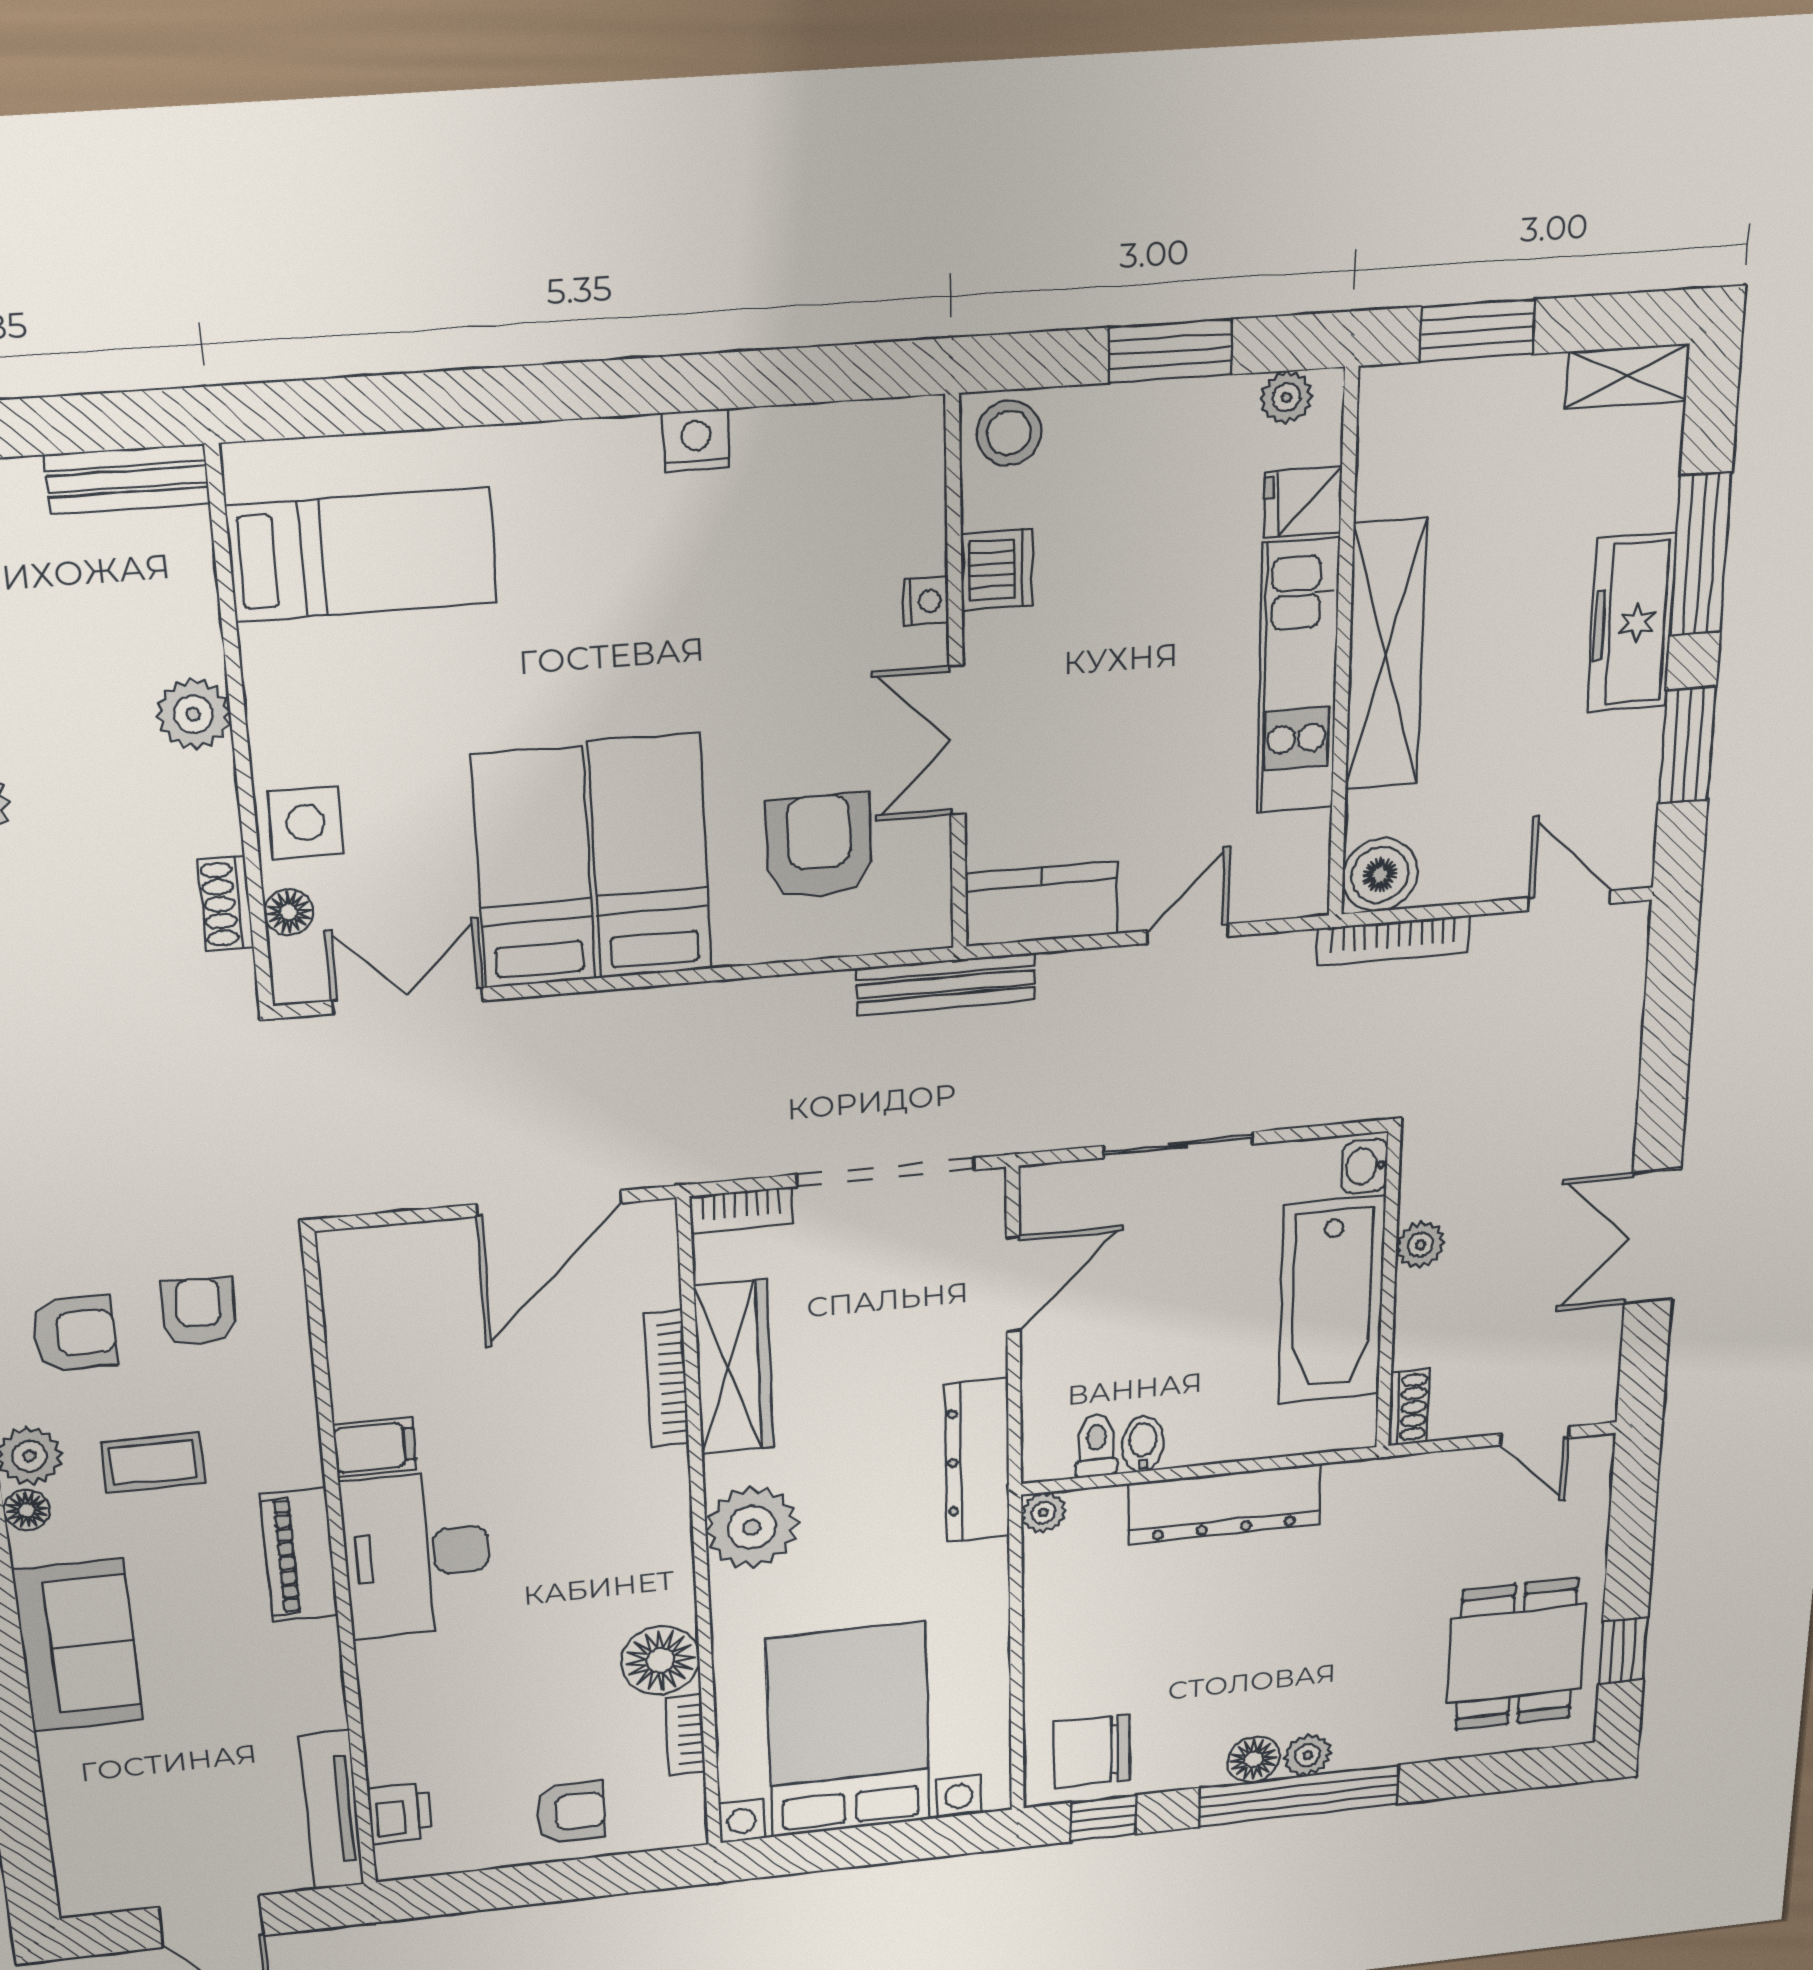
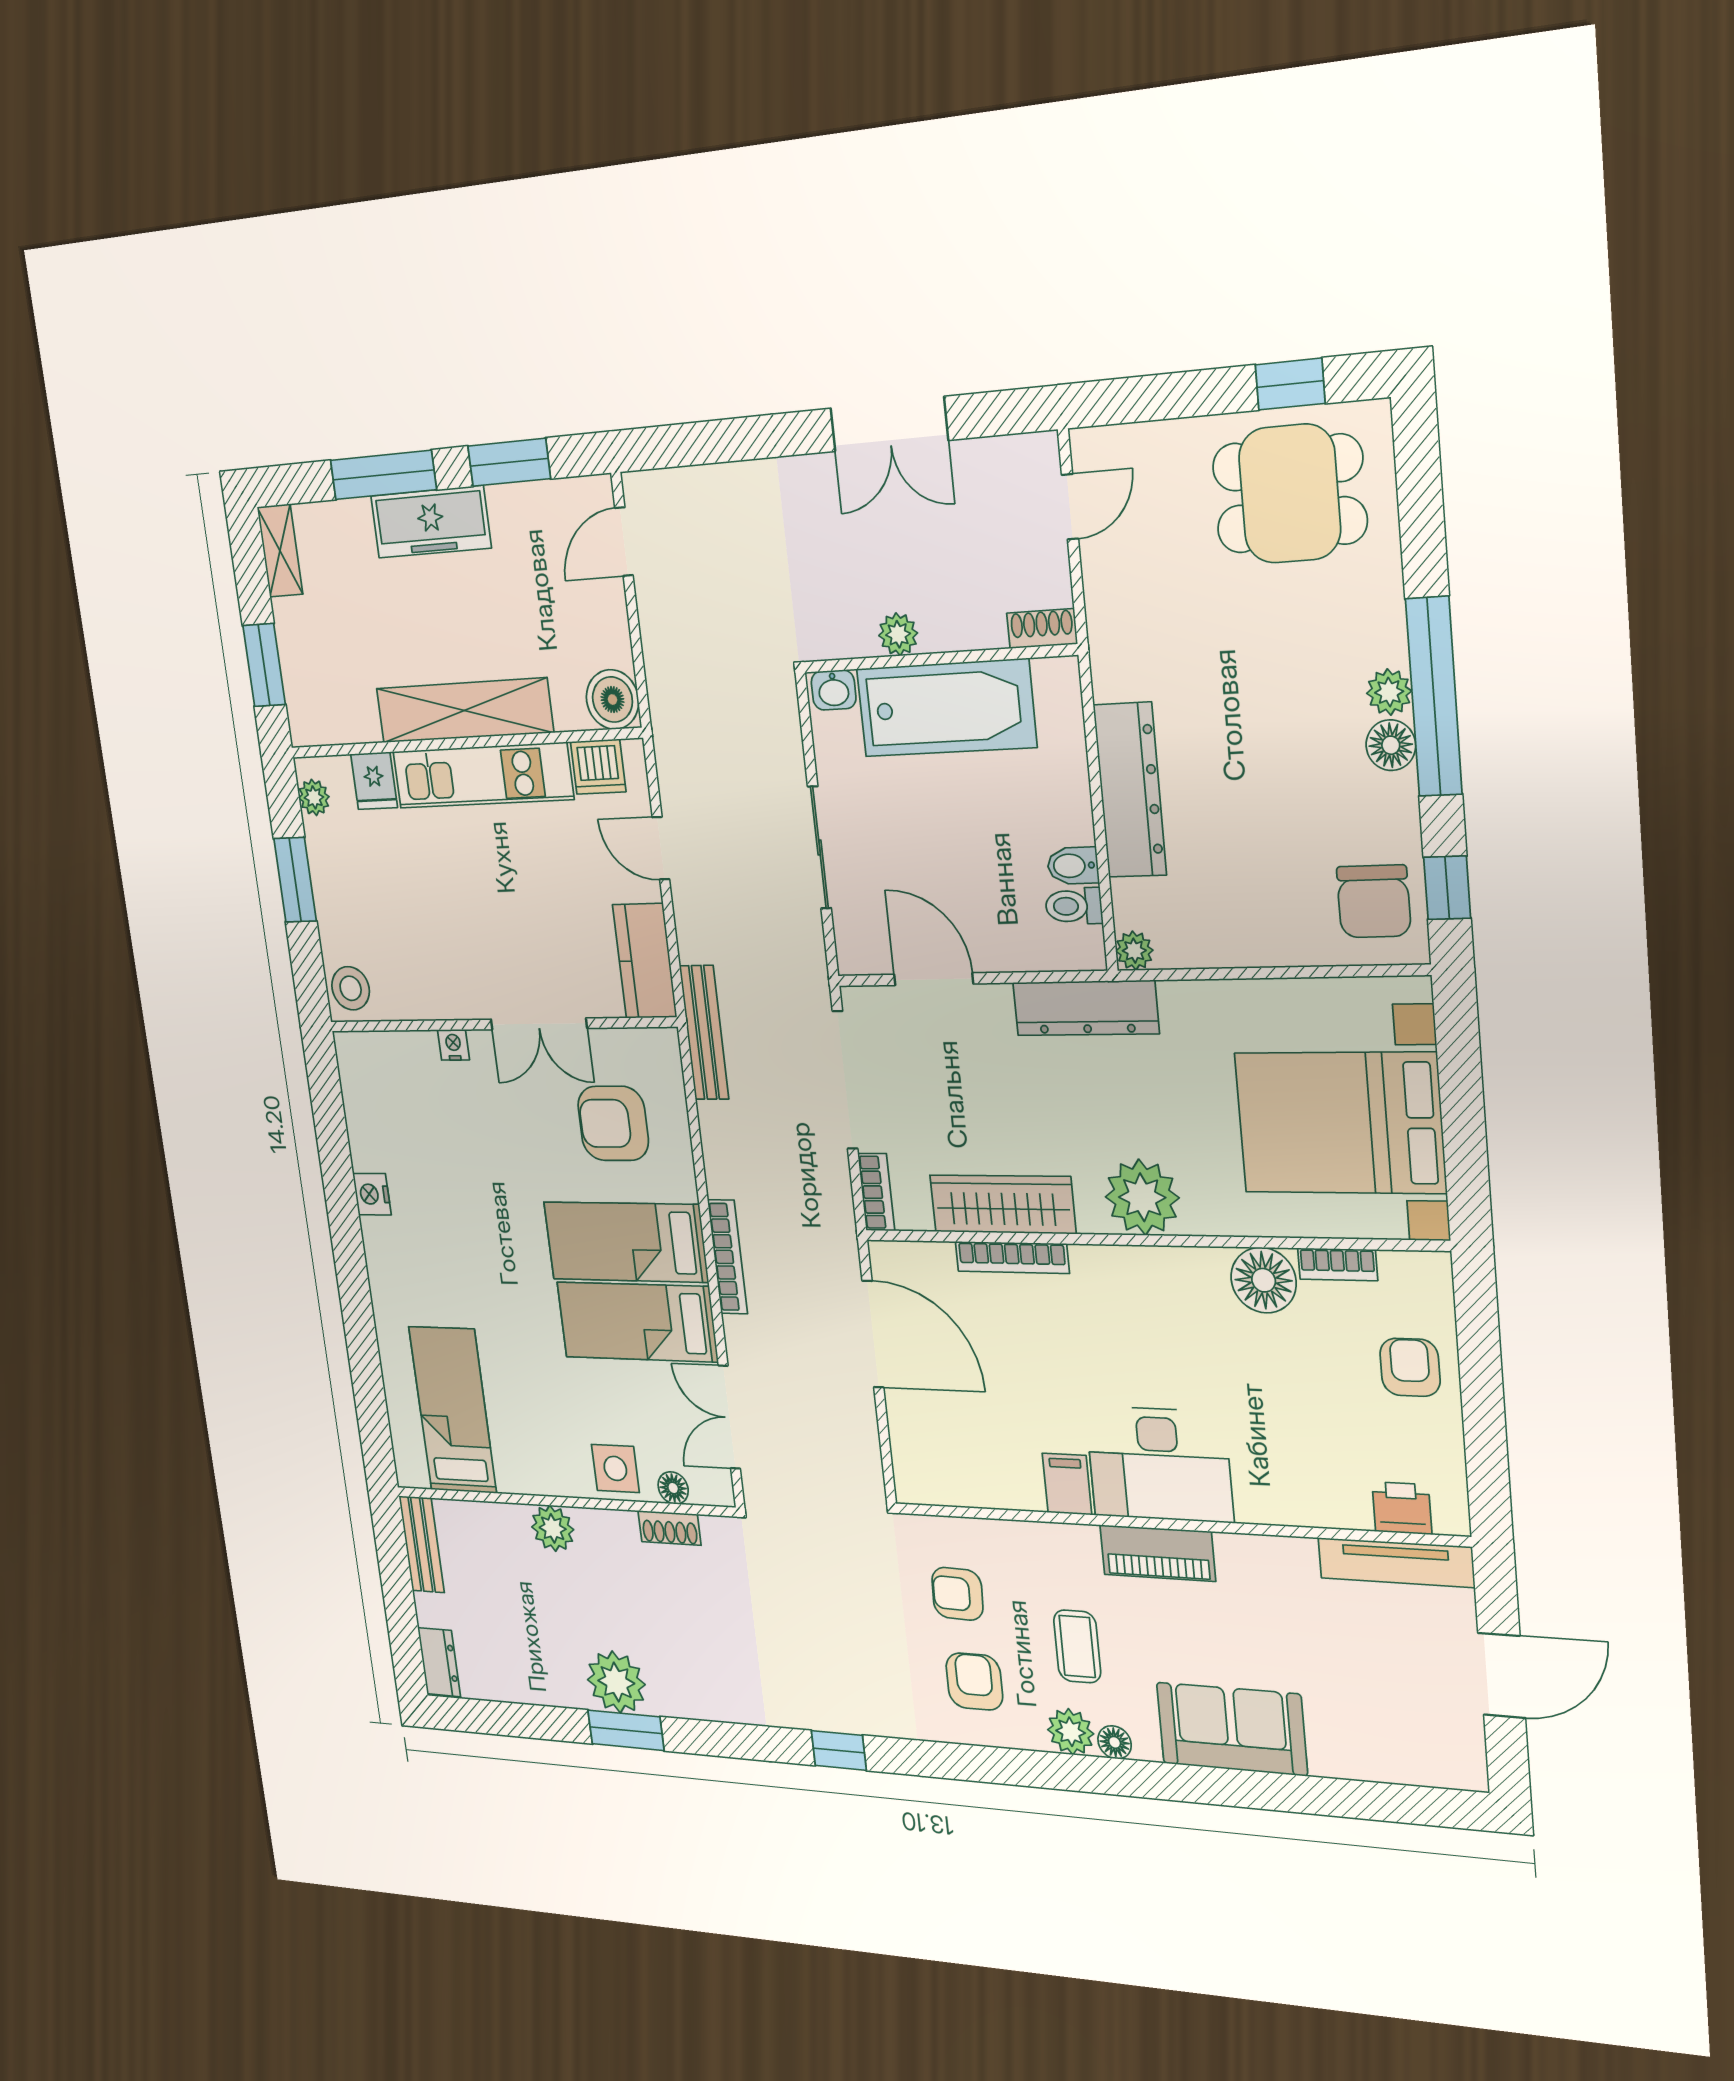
dishwasher: (997, 569) -> (598, 767), moved, turned 180
bookcase: (1393, 941) -> (728, 1257), moved

